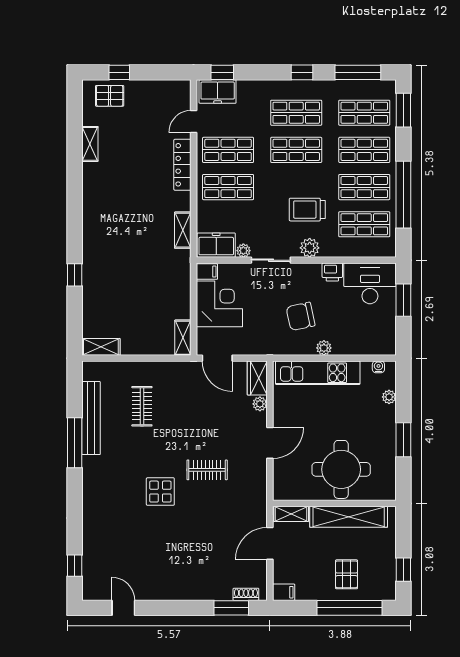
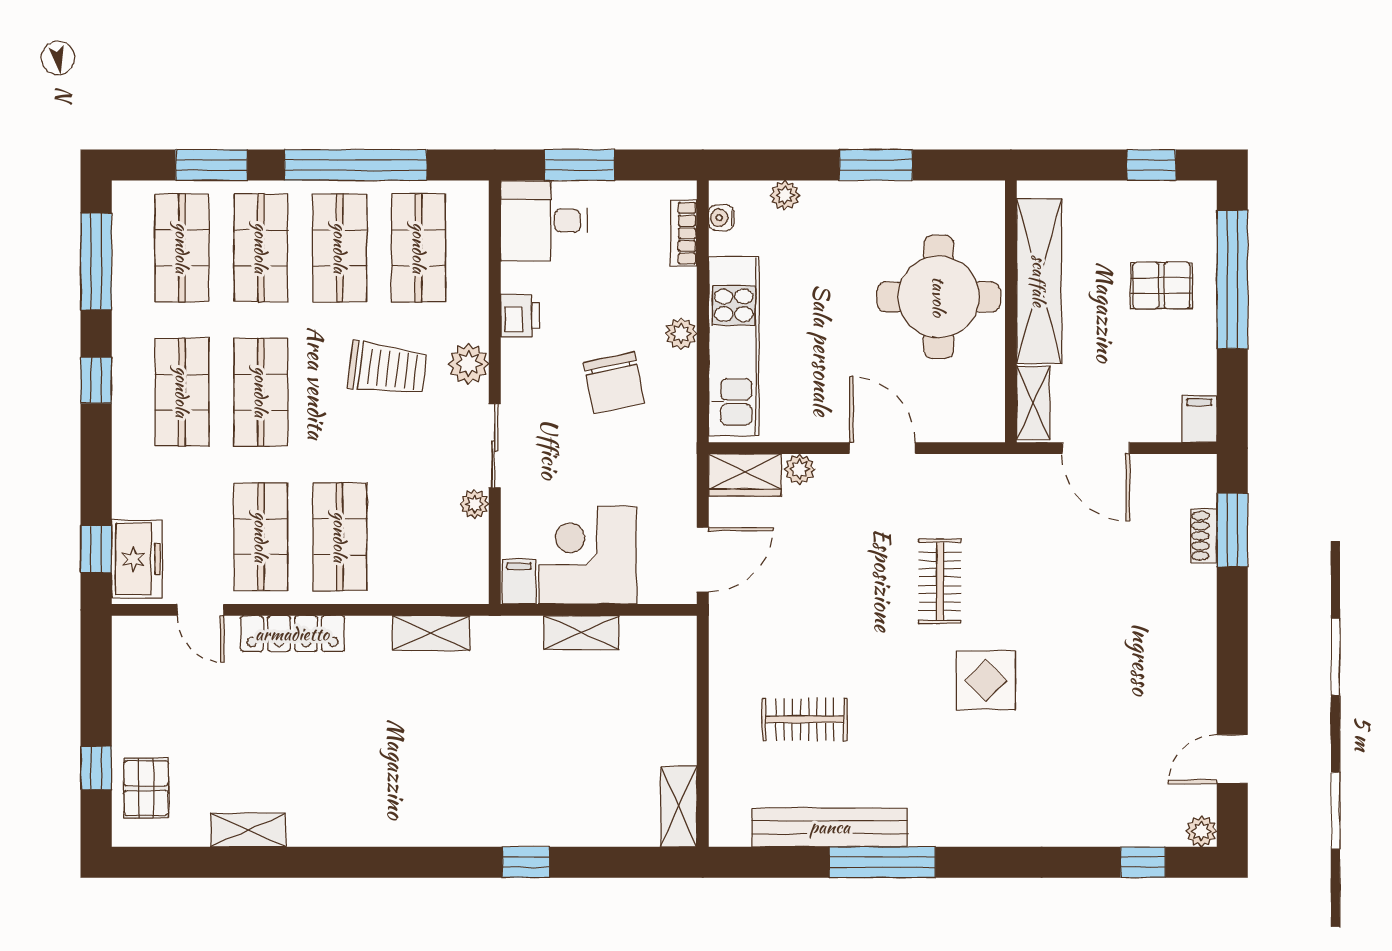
window: (403, 110) -> (211, 165), moved
trolley: (307, 210) -> (387, 369), turned -83
freezer: (216, 245) -> (463, 562), removed
desk: (370, 283) -> (544, 221), width x0.73
shelving: (183, 338) -> (581, 633), moved
bookcase: (371, 349) -> (684, 233), added
plant: (89, 593) -> (1201, 831), added
shoe rack: (246, 594) -> (1204, 536), moved

